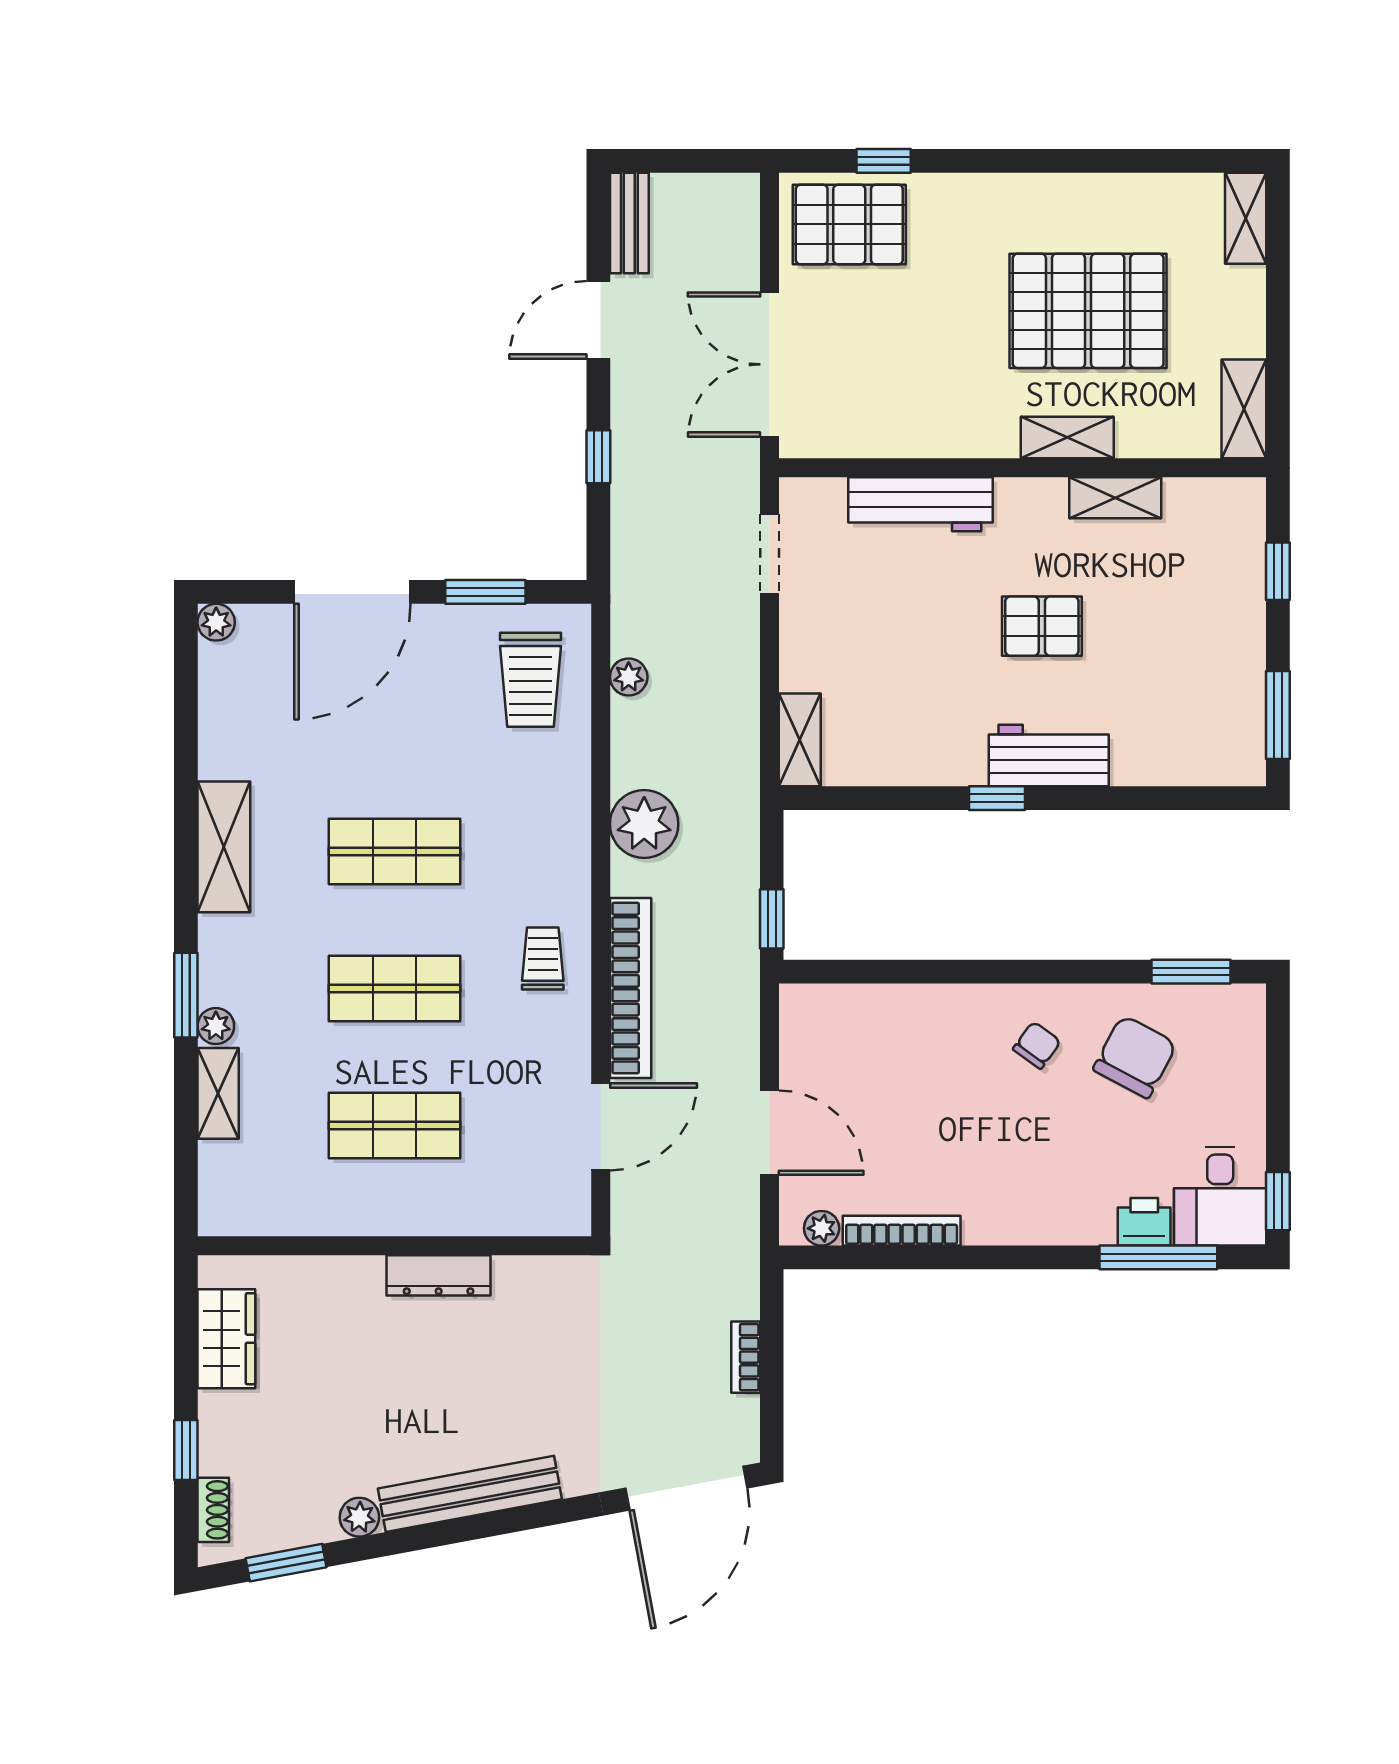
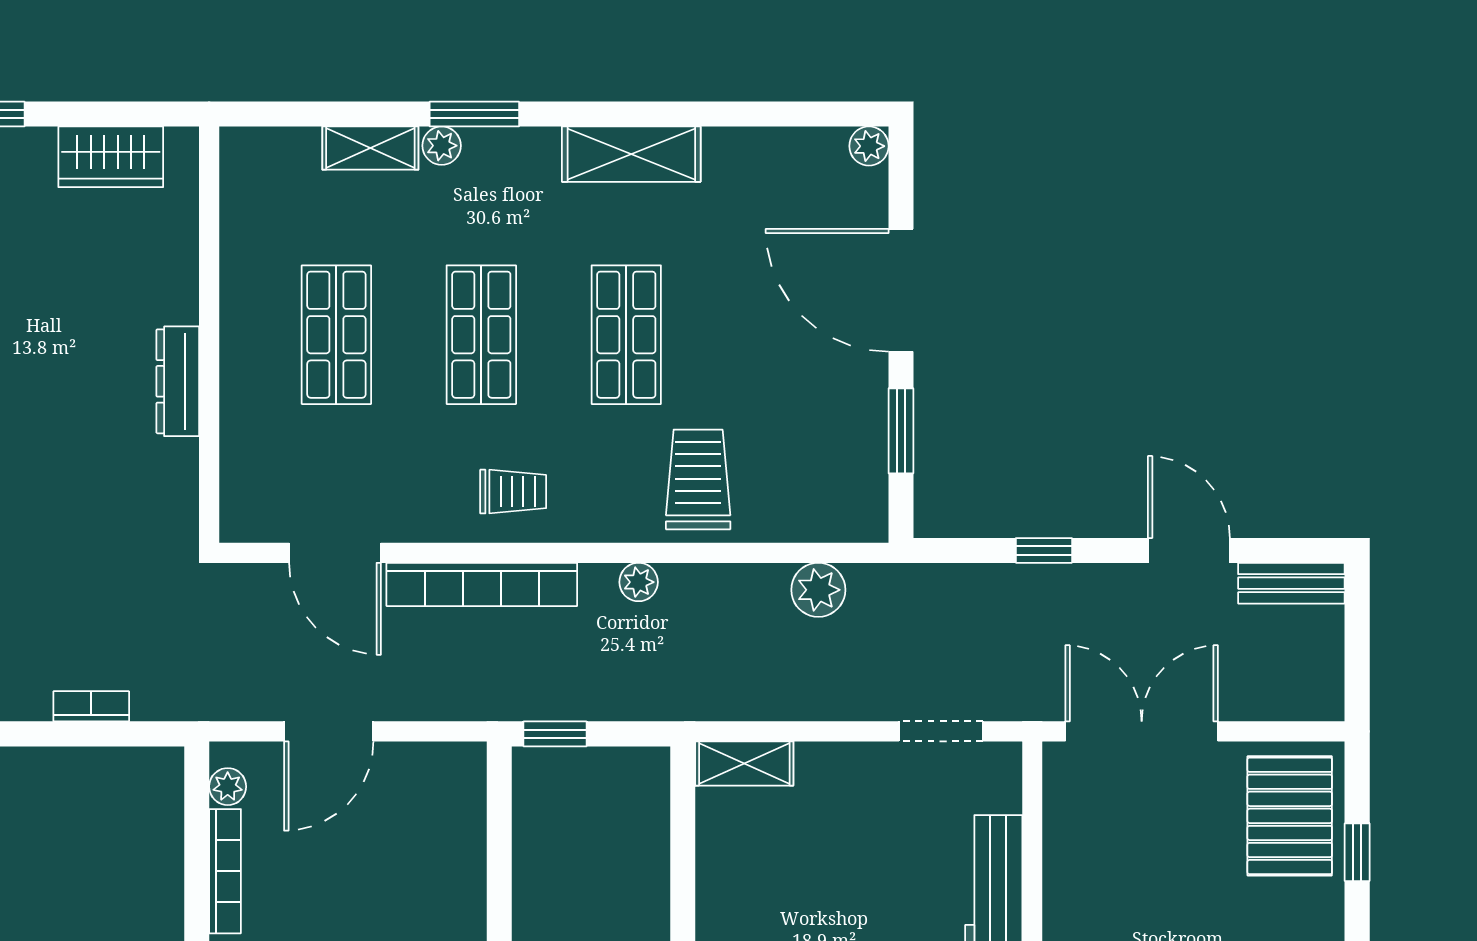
plant: (629, 677) -> (818, 590), width x1.38, depth x1.38
trolley: (530, 680) -> (698, 479), moved, turned 90
plant: (644, 824) -> (639, 582), width x0.53, depth x0.53

